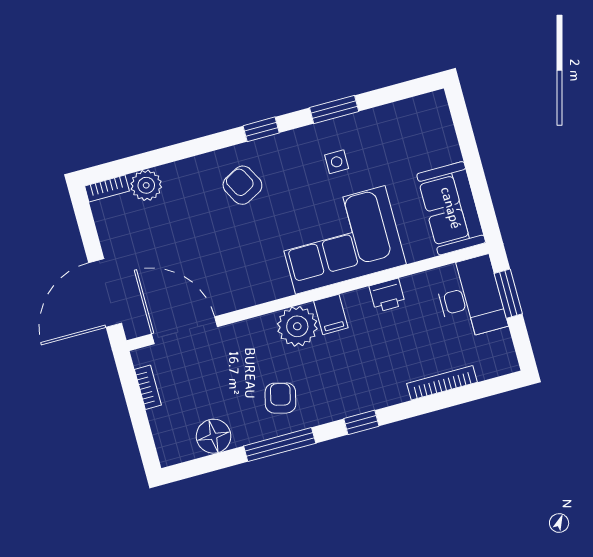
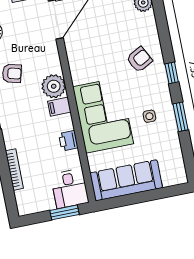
sofa: (451, 208) -> (126, 180), width x1.36
desk: (470, 298) -> (70, 188), width x0.73

